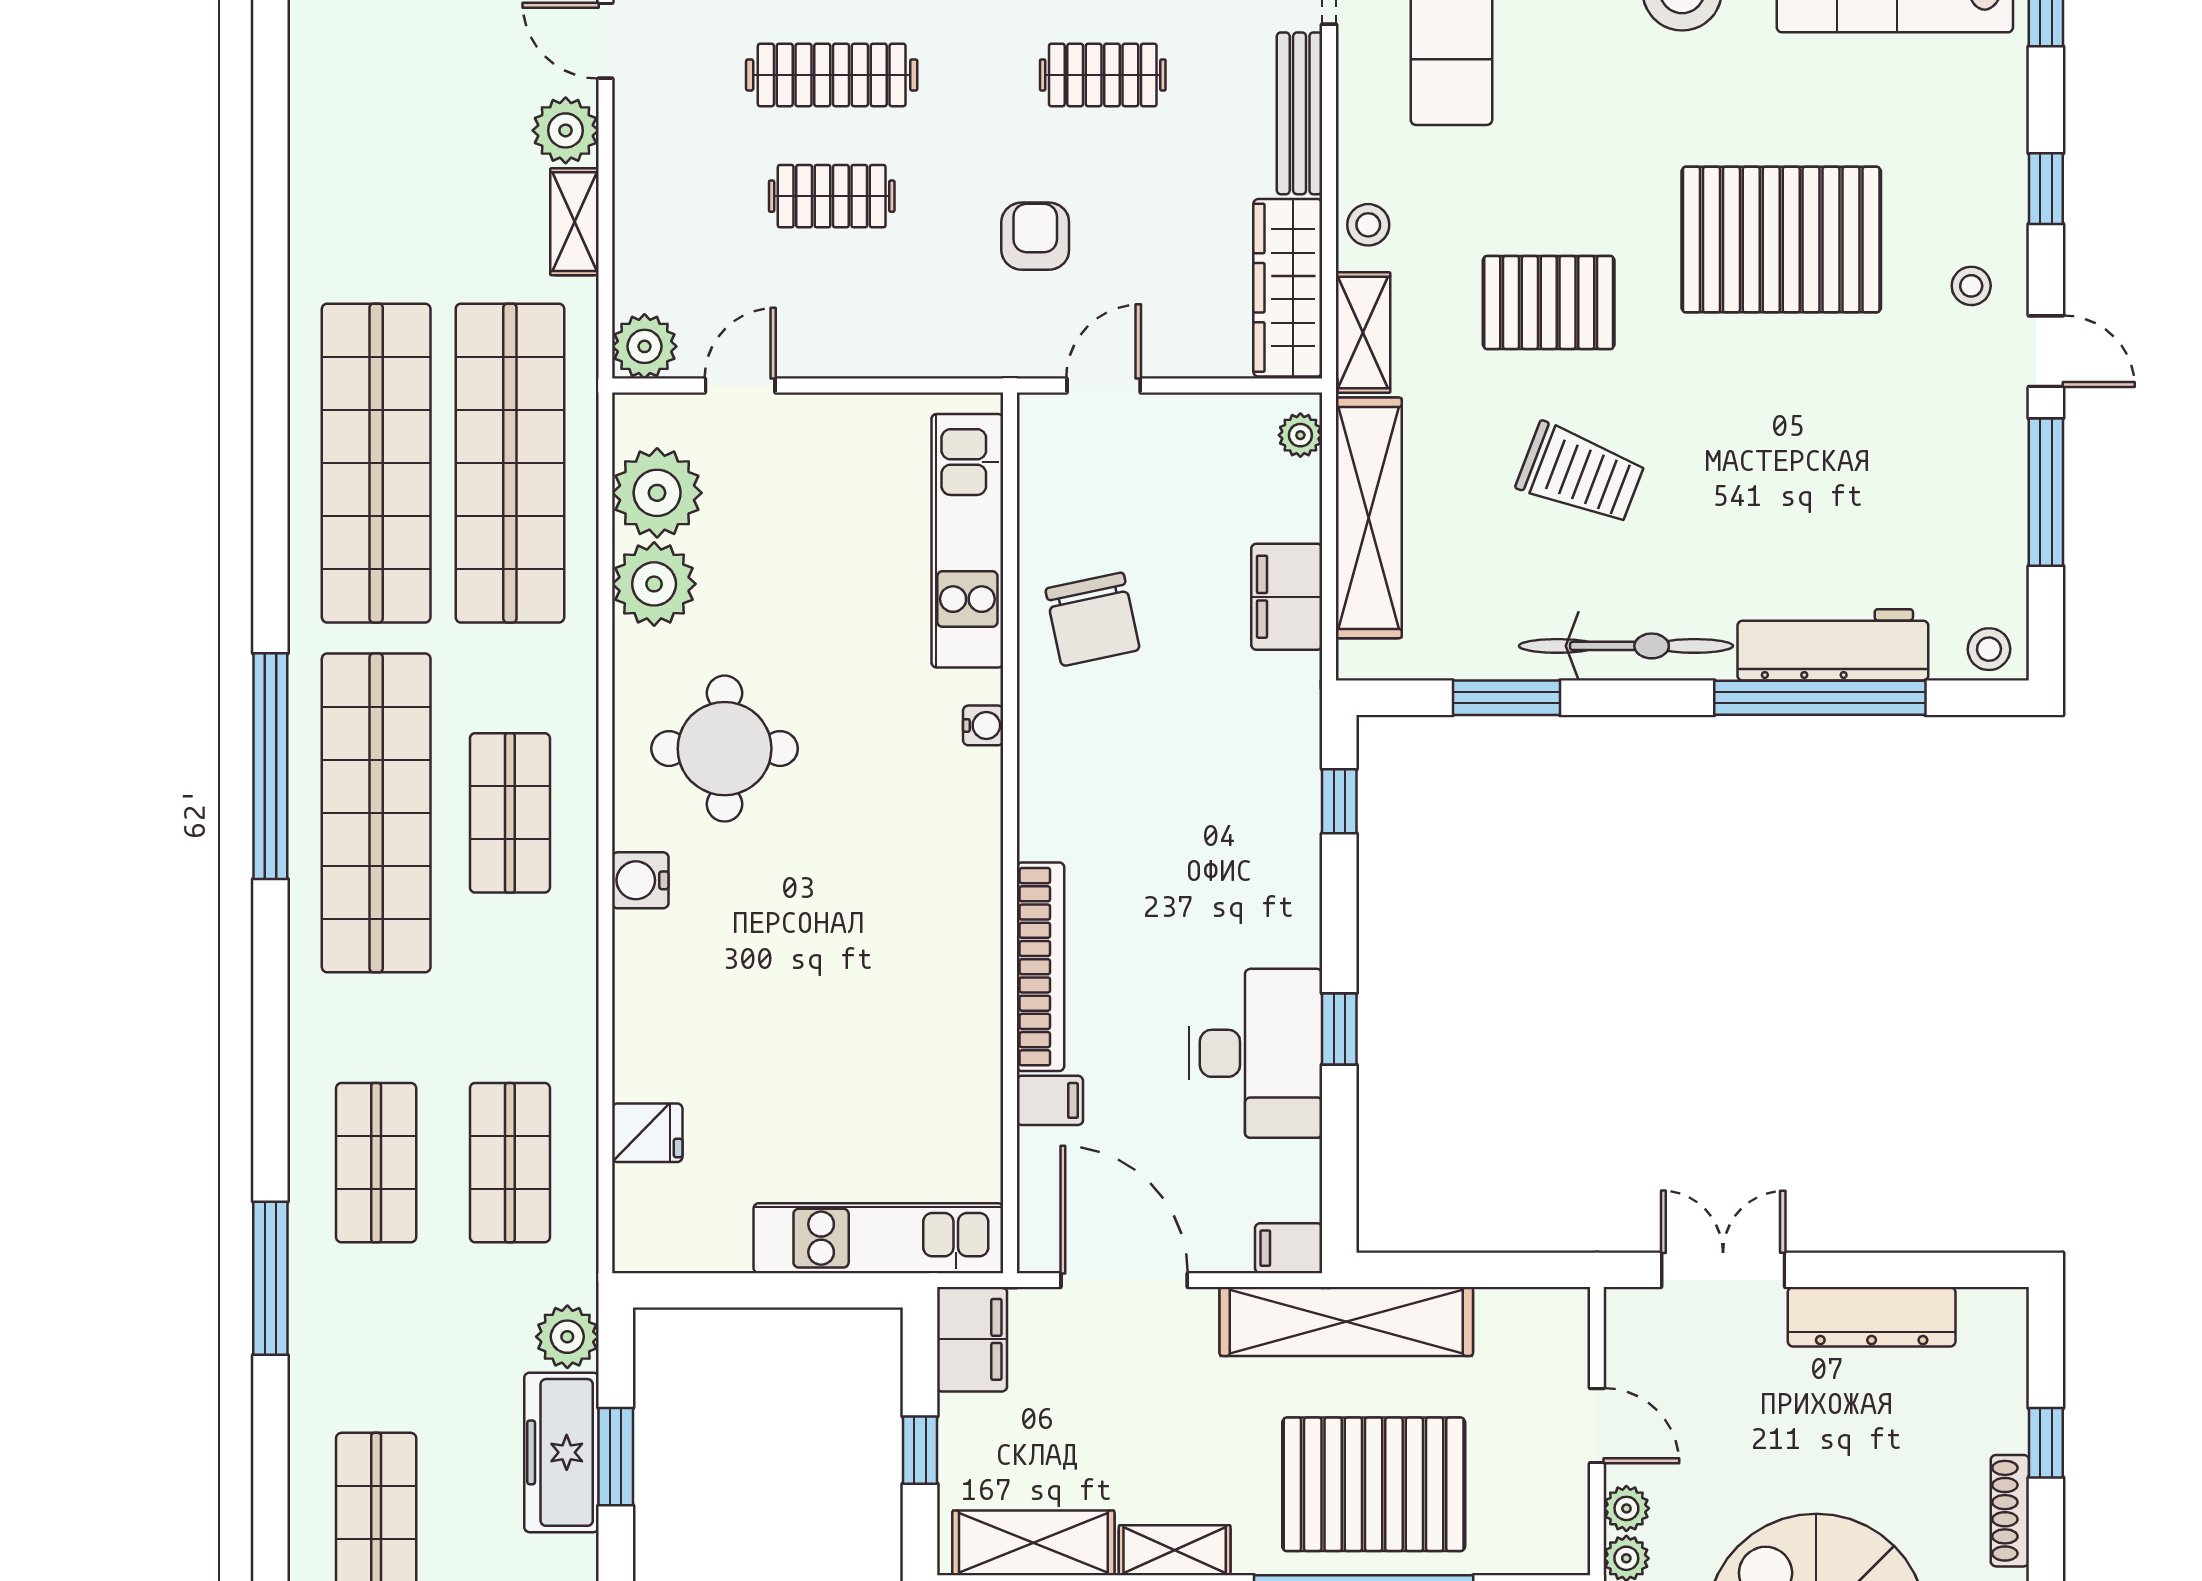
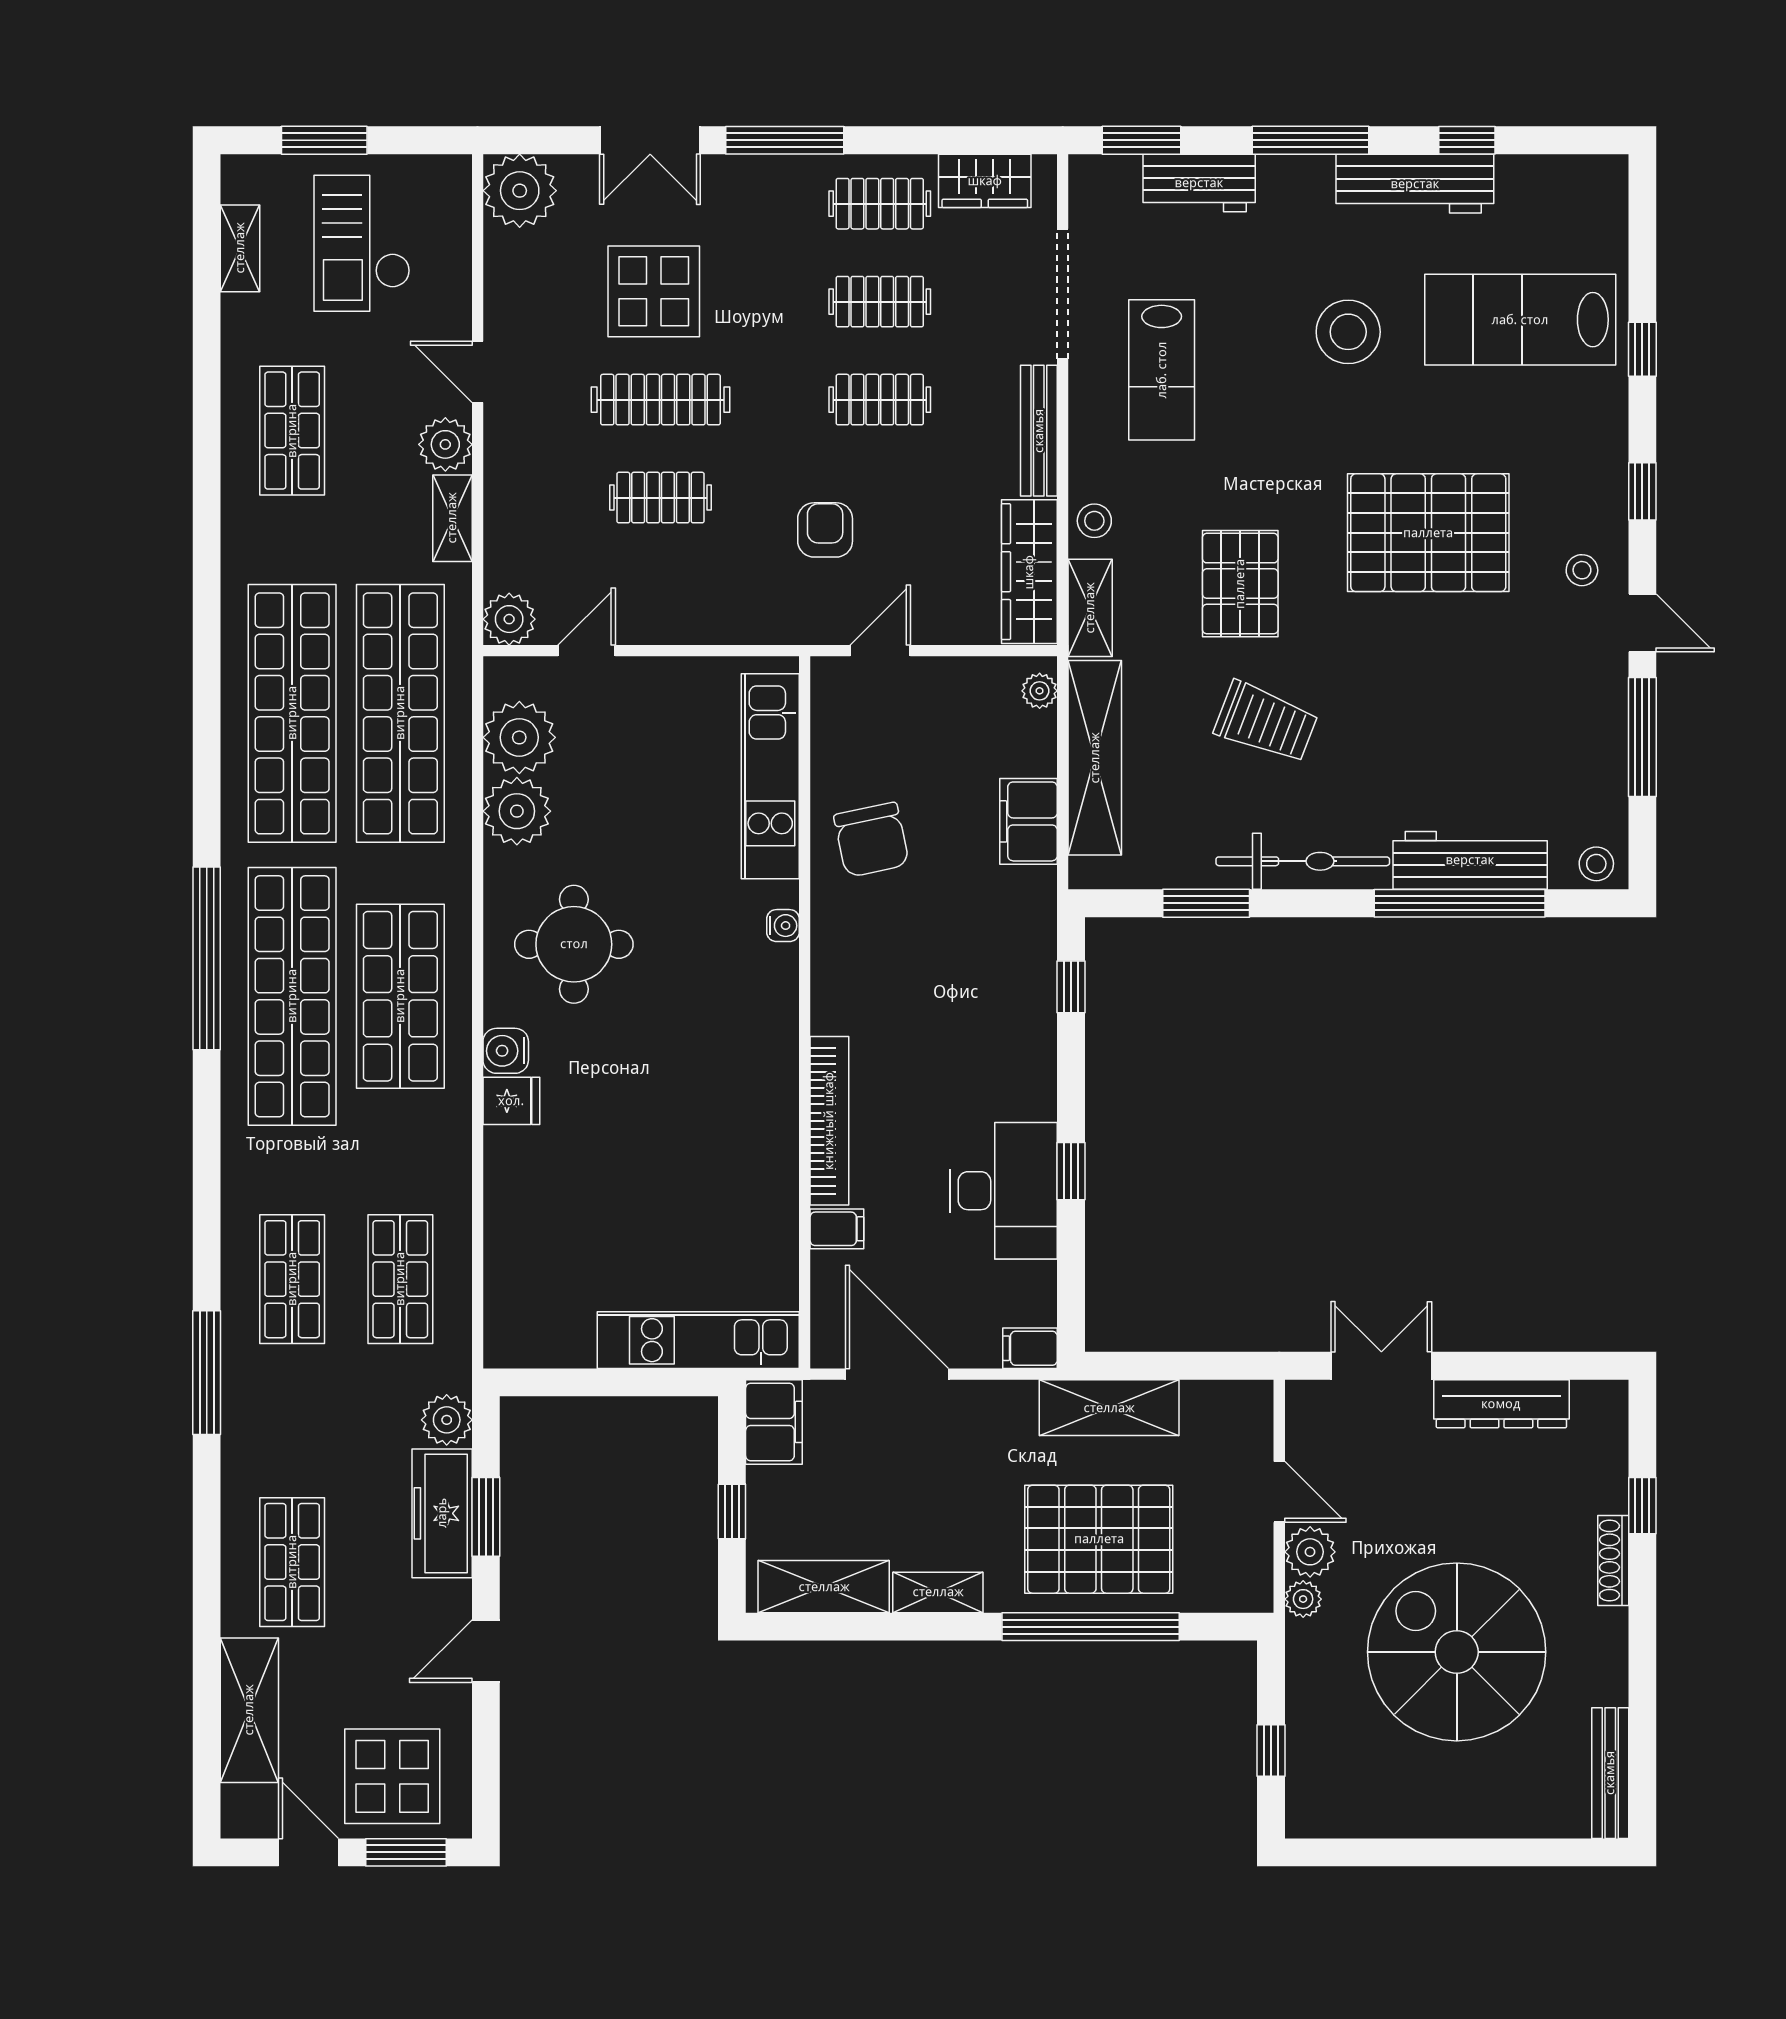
shop shelf: (376, 113) -> (292, 431), added
pallet: (1549, 302) -> (1240, 584), turned 90
shop shelf: (510, 813) -> (400, 996), width x1.43, depth x1.36
fridge: (647, 1133) -> (511, 1101), moved
shelving: (1346, 1322) -> (1109, 1408), width x0.68
plant: (1626, 1508) -> (1310, 1552), width x1.38, depth x1.38

